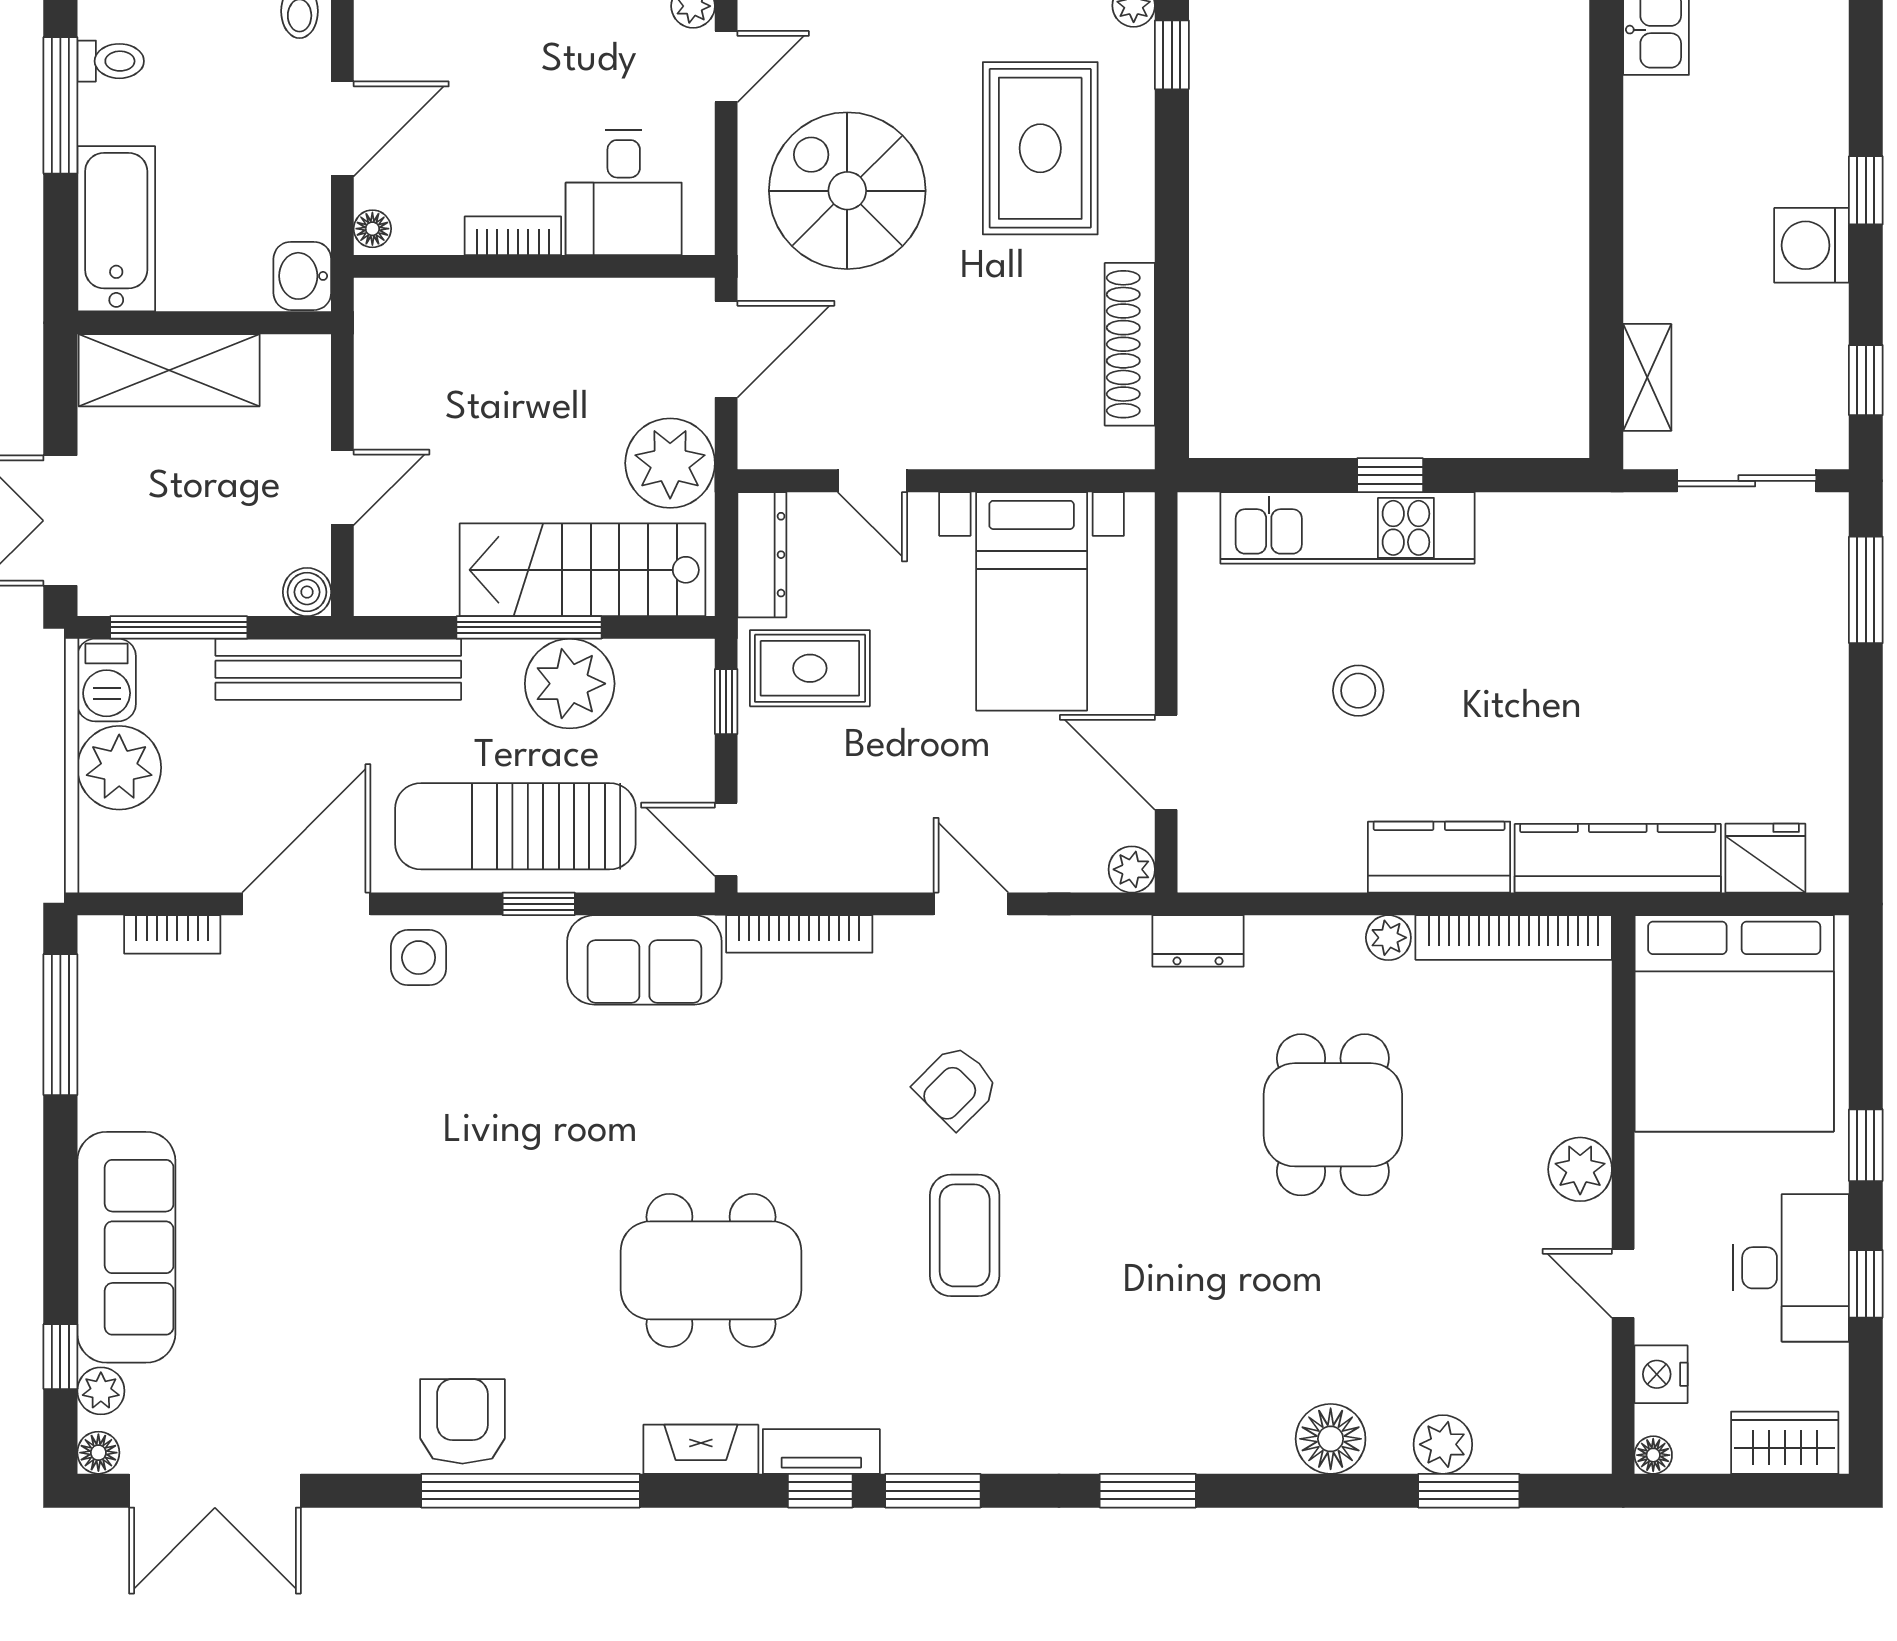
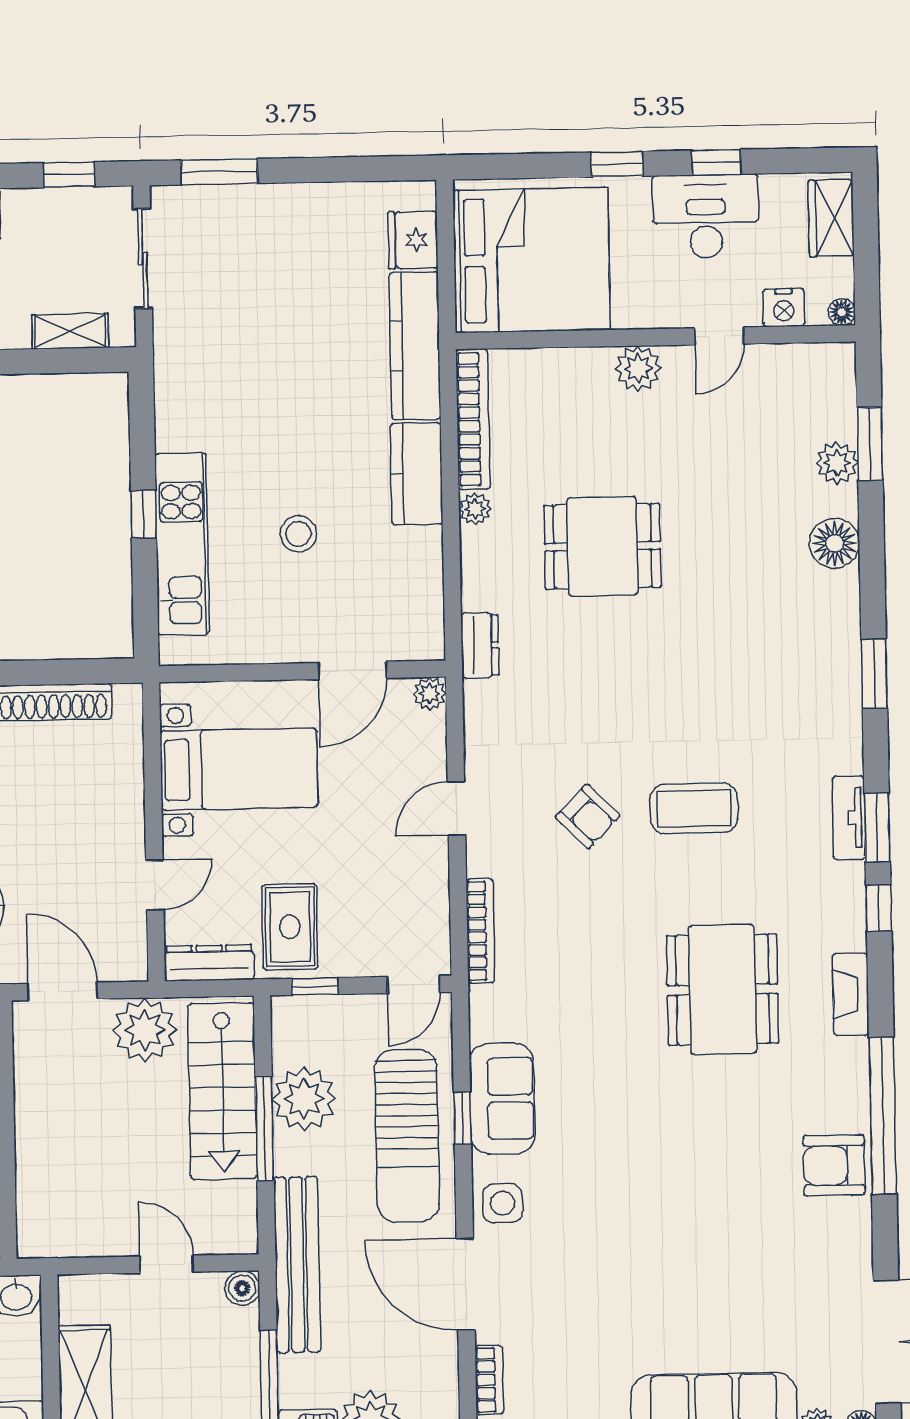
sofa: (644, 960) -> (502, 1099), moved
tv unit: (821, 1451) -> (849, 818), moved

